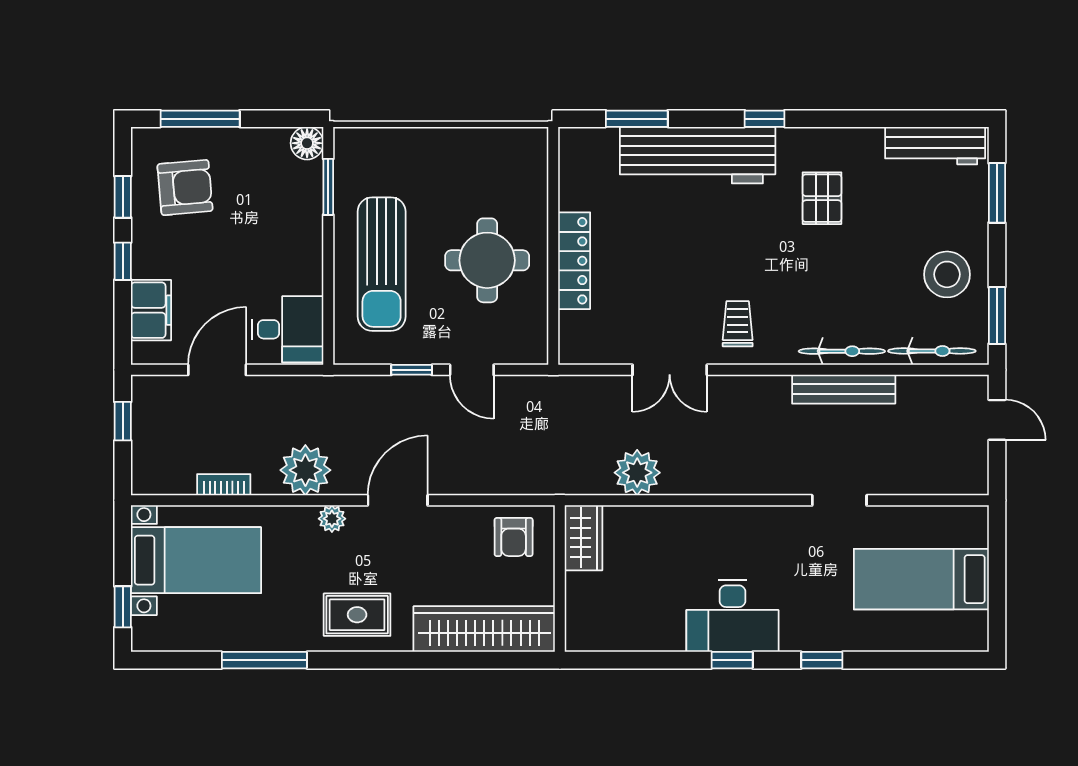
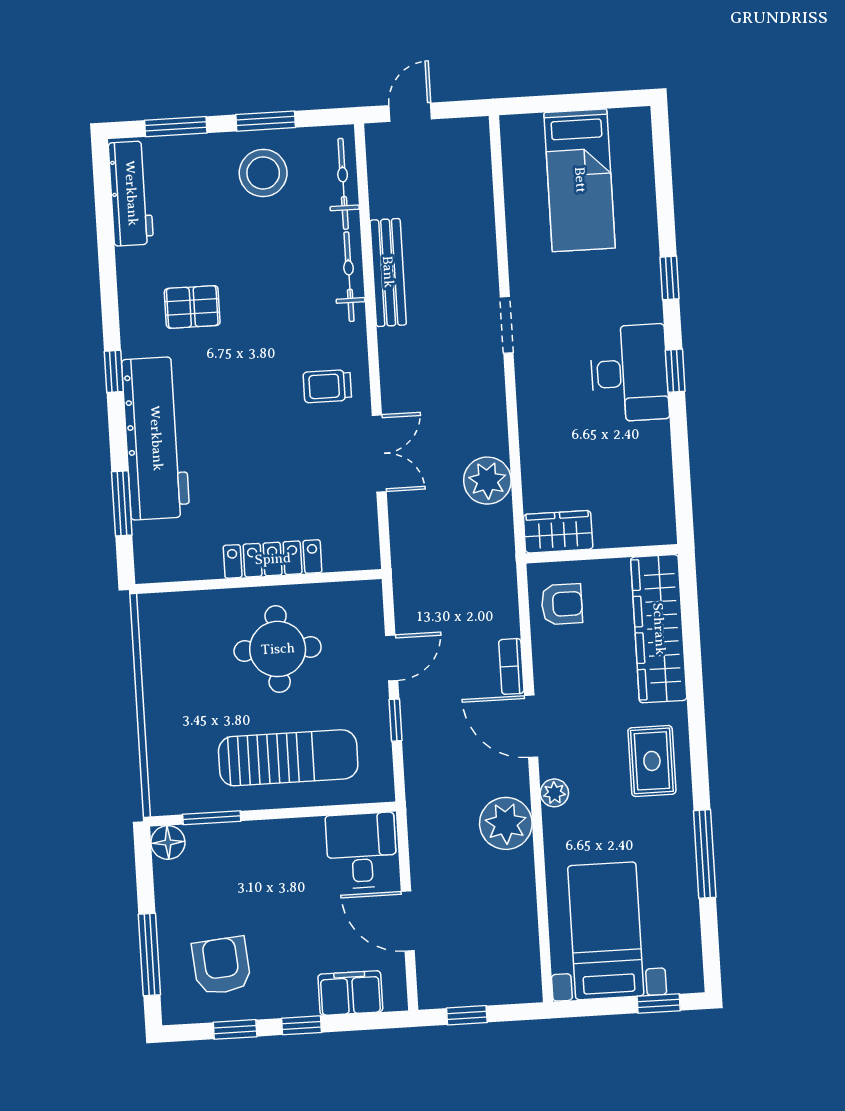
window: (997, 315) -> (266, 121), moved
bookcase: (224, 485) -> (511, 666), moved
doorway: (839, 500) -> (507, 325), moved

